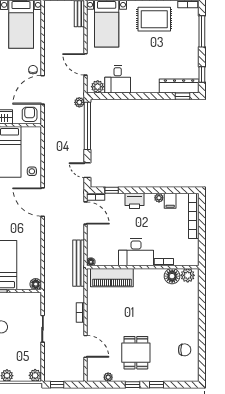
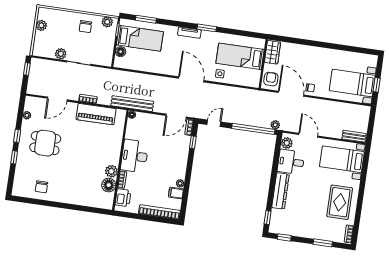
window: (202, 31) -> (323, 243), width x0.69
door: (86, 64) -> (308, 135), hinge flipped
dresser: (179, 86) -> (281, 191), moved
armchair: (30, 114) -> (271, 79), turned -90
printer: (135, 201) -> (123, 198), moved, turned 180
door: (43, 202) -> (191, 79), hinge flipped
plant: (188, 275) -> (111, 171), moved
piano: (112, 278) -> (96, 114), moved, turned -90
floor lamp: (36, 284) -> (121, 52), moved
plant: (35, 375) -> (61, 54), moved

